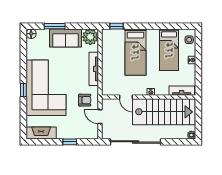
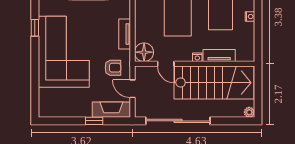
tv unit: (94, 69) -> (125, 34), width x0.71
floor lamp: (109, 88) -> (144, 52), added
window: (23, 90) -> (35, 28), moved
tv unit: (182, 91) -> (219, 56), moved
fireplace: (41, 133) -> (111, 110), moved

